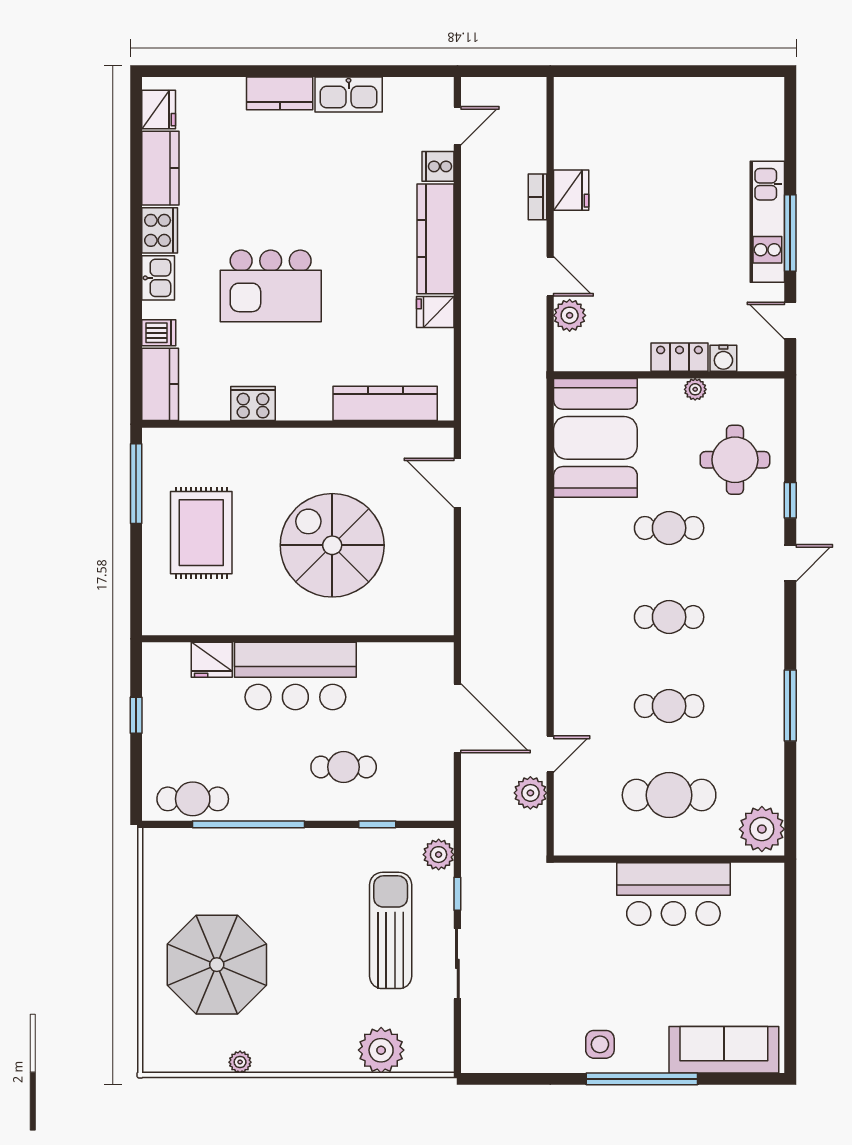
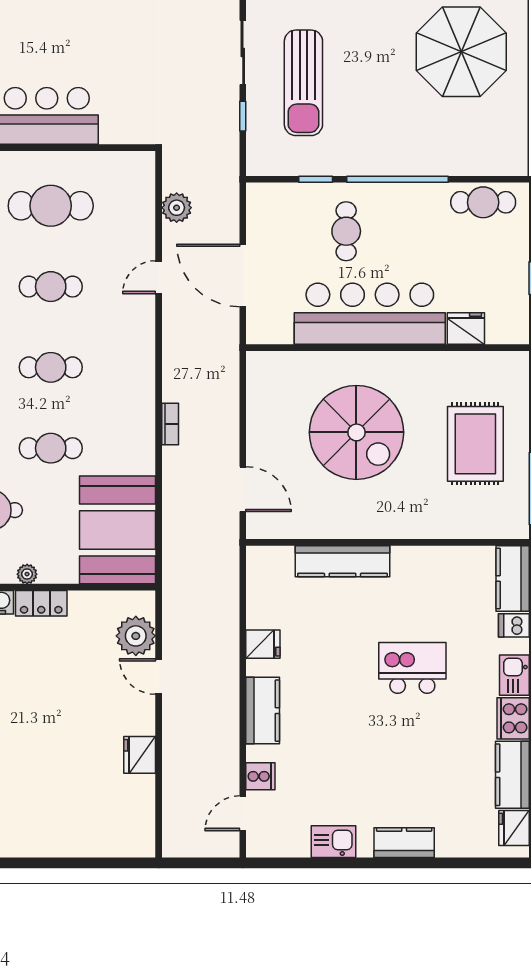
kitchen sink: (349, 95) -> (333, 842), width x0.73
bookcase: (538, 197) -> (170, 424), moved
kitchen counter: (436, 239) -> (263, 711), width x0.67
kitchen island: (271, 286) -> (412, 668), width x0.73, depth x0.78
plant: (570, 315) -> (136, 636), width x1.36, depth x1.36
kitchen counter: (385, 403) -> (343, 561), moved
cooker: (253, 404) -> (428, 561), removed
bar counter: (295, 676) -> (370, 314), width x1.36
door: (550, 754) -> (159, 277), moved
cafe table: (344, 767) -> (346, 231), turned 90
window: (248, 824) -> (397, 179), moved
plant: (439, 855) -> (260, 152), removed

